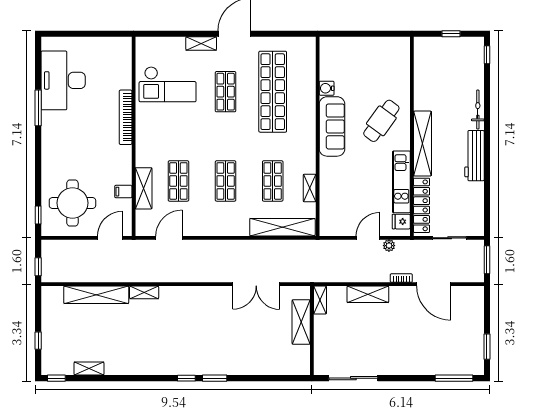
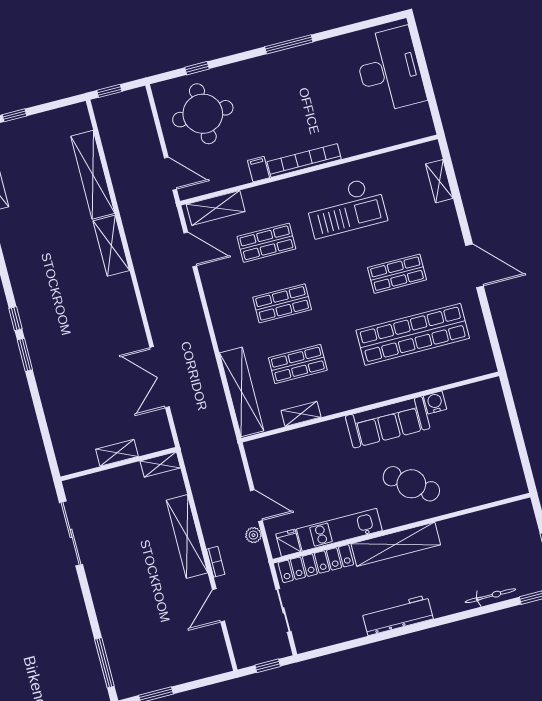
shelving: (201, 43) -> (439, 181), moved
desk: (63, 80) -> (390, 70), moved, turned 90
checkout: (168, 84) -> (346, 207), moved, turned -90
window: (38, 108) -> (289, 44), moved
bicycle: (478, 110) -> (490, 596), moved
bookcase: (126, 117) -> (304, 160), moved
shelving: (144, 188) -> (216, 208), moved
filing cabinet: (123, 192) -> (259, 169), moved
window: (38, 215) -> (197, 68), moved
window: (487, 260) -> (268, 666), width x0.67
door: (434, 284) -> (219, 605), width x0.73
shelving: (144, 292) -> (111, 246), width x1.50, depth x1.33
shelving: (368, 294) -> (187, 536), width x1.47
shelving: (301, 322) -> (117, 453), width x0.67, depth x0.75

